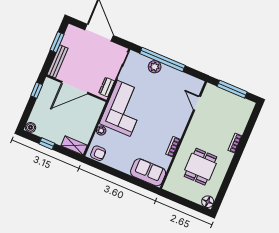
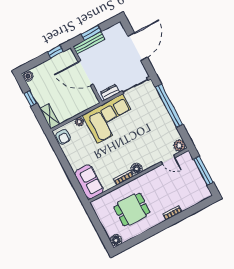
window: (57, 42) -> (91, 33), moved
plant: (155, 67) -> (179, 146), moved
door: (197, 103) -> (168, 160), swing flipped
floor lamp: (178, 131) -> (137, 169), added

